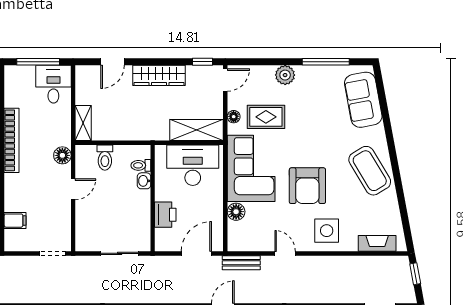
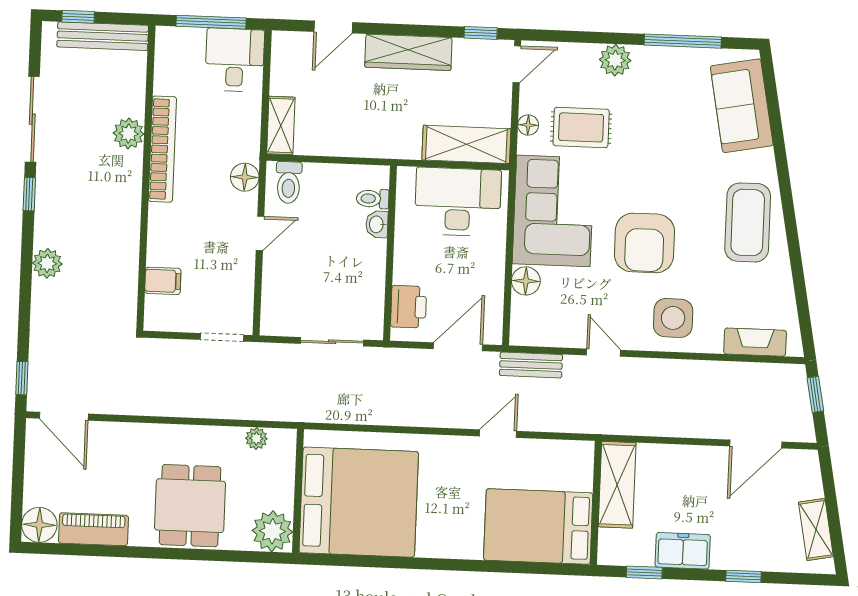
toilet: (105, 158) -> (289, 182), moved
coffee table: (370, 171) -> (748, 222), turned 31
printer: (165, 215) -> (409, 307), moved

